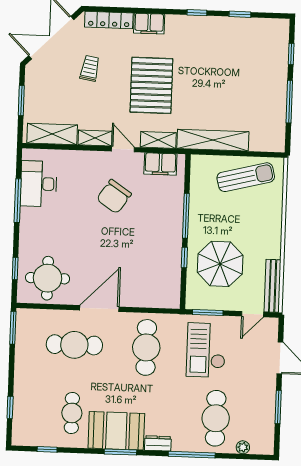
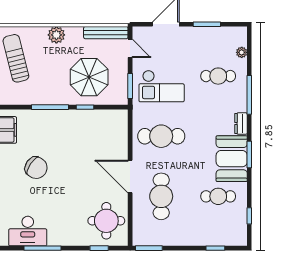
plant: (272, 227) -> (56, 35), added
cafe table: (216, 418) -> (218, 76), width x0.73, depth x0.74

